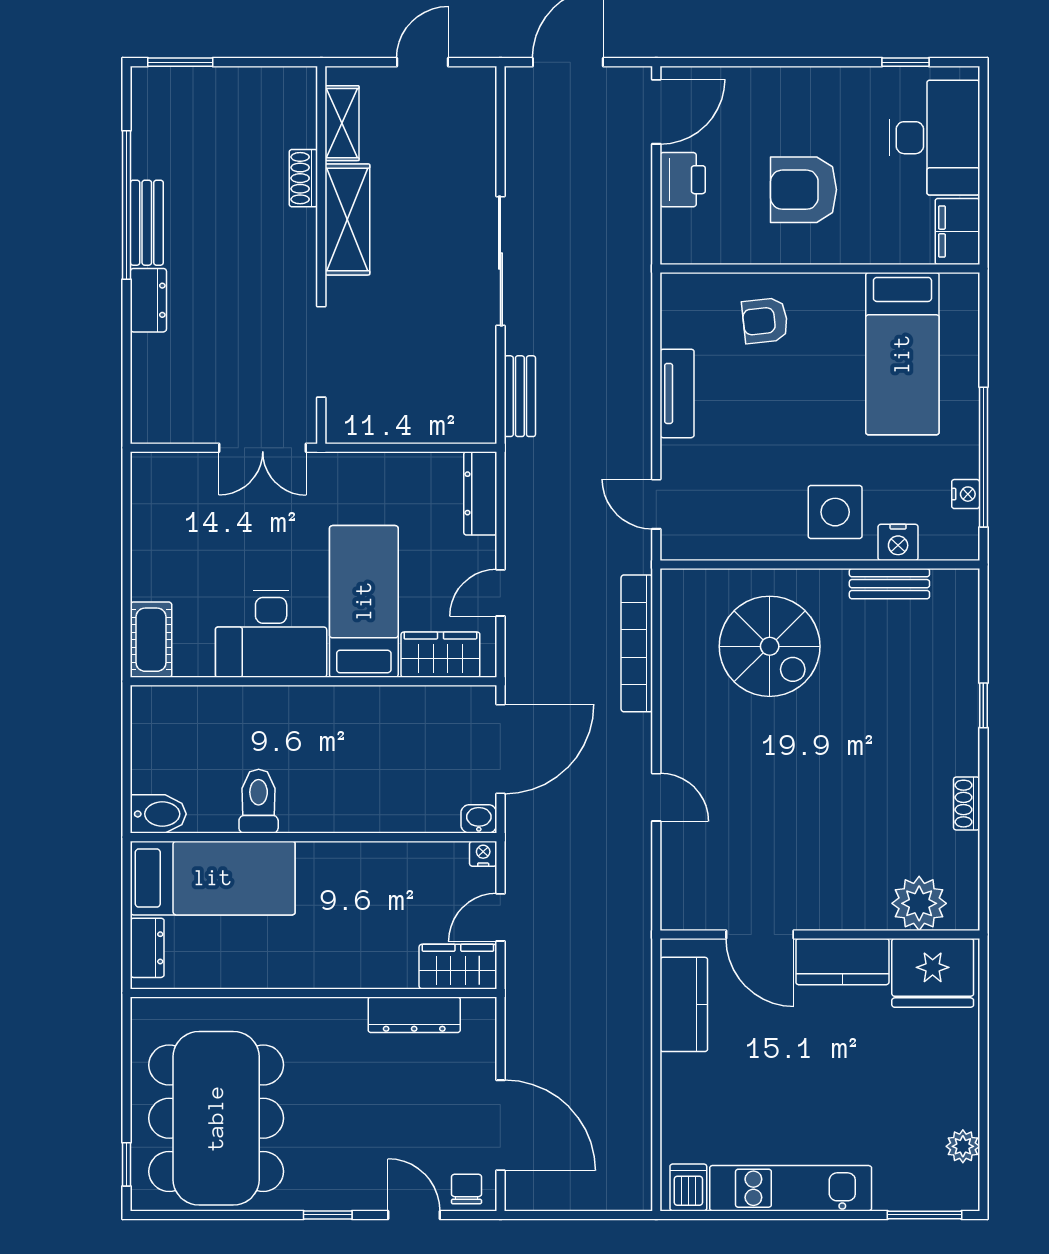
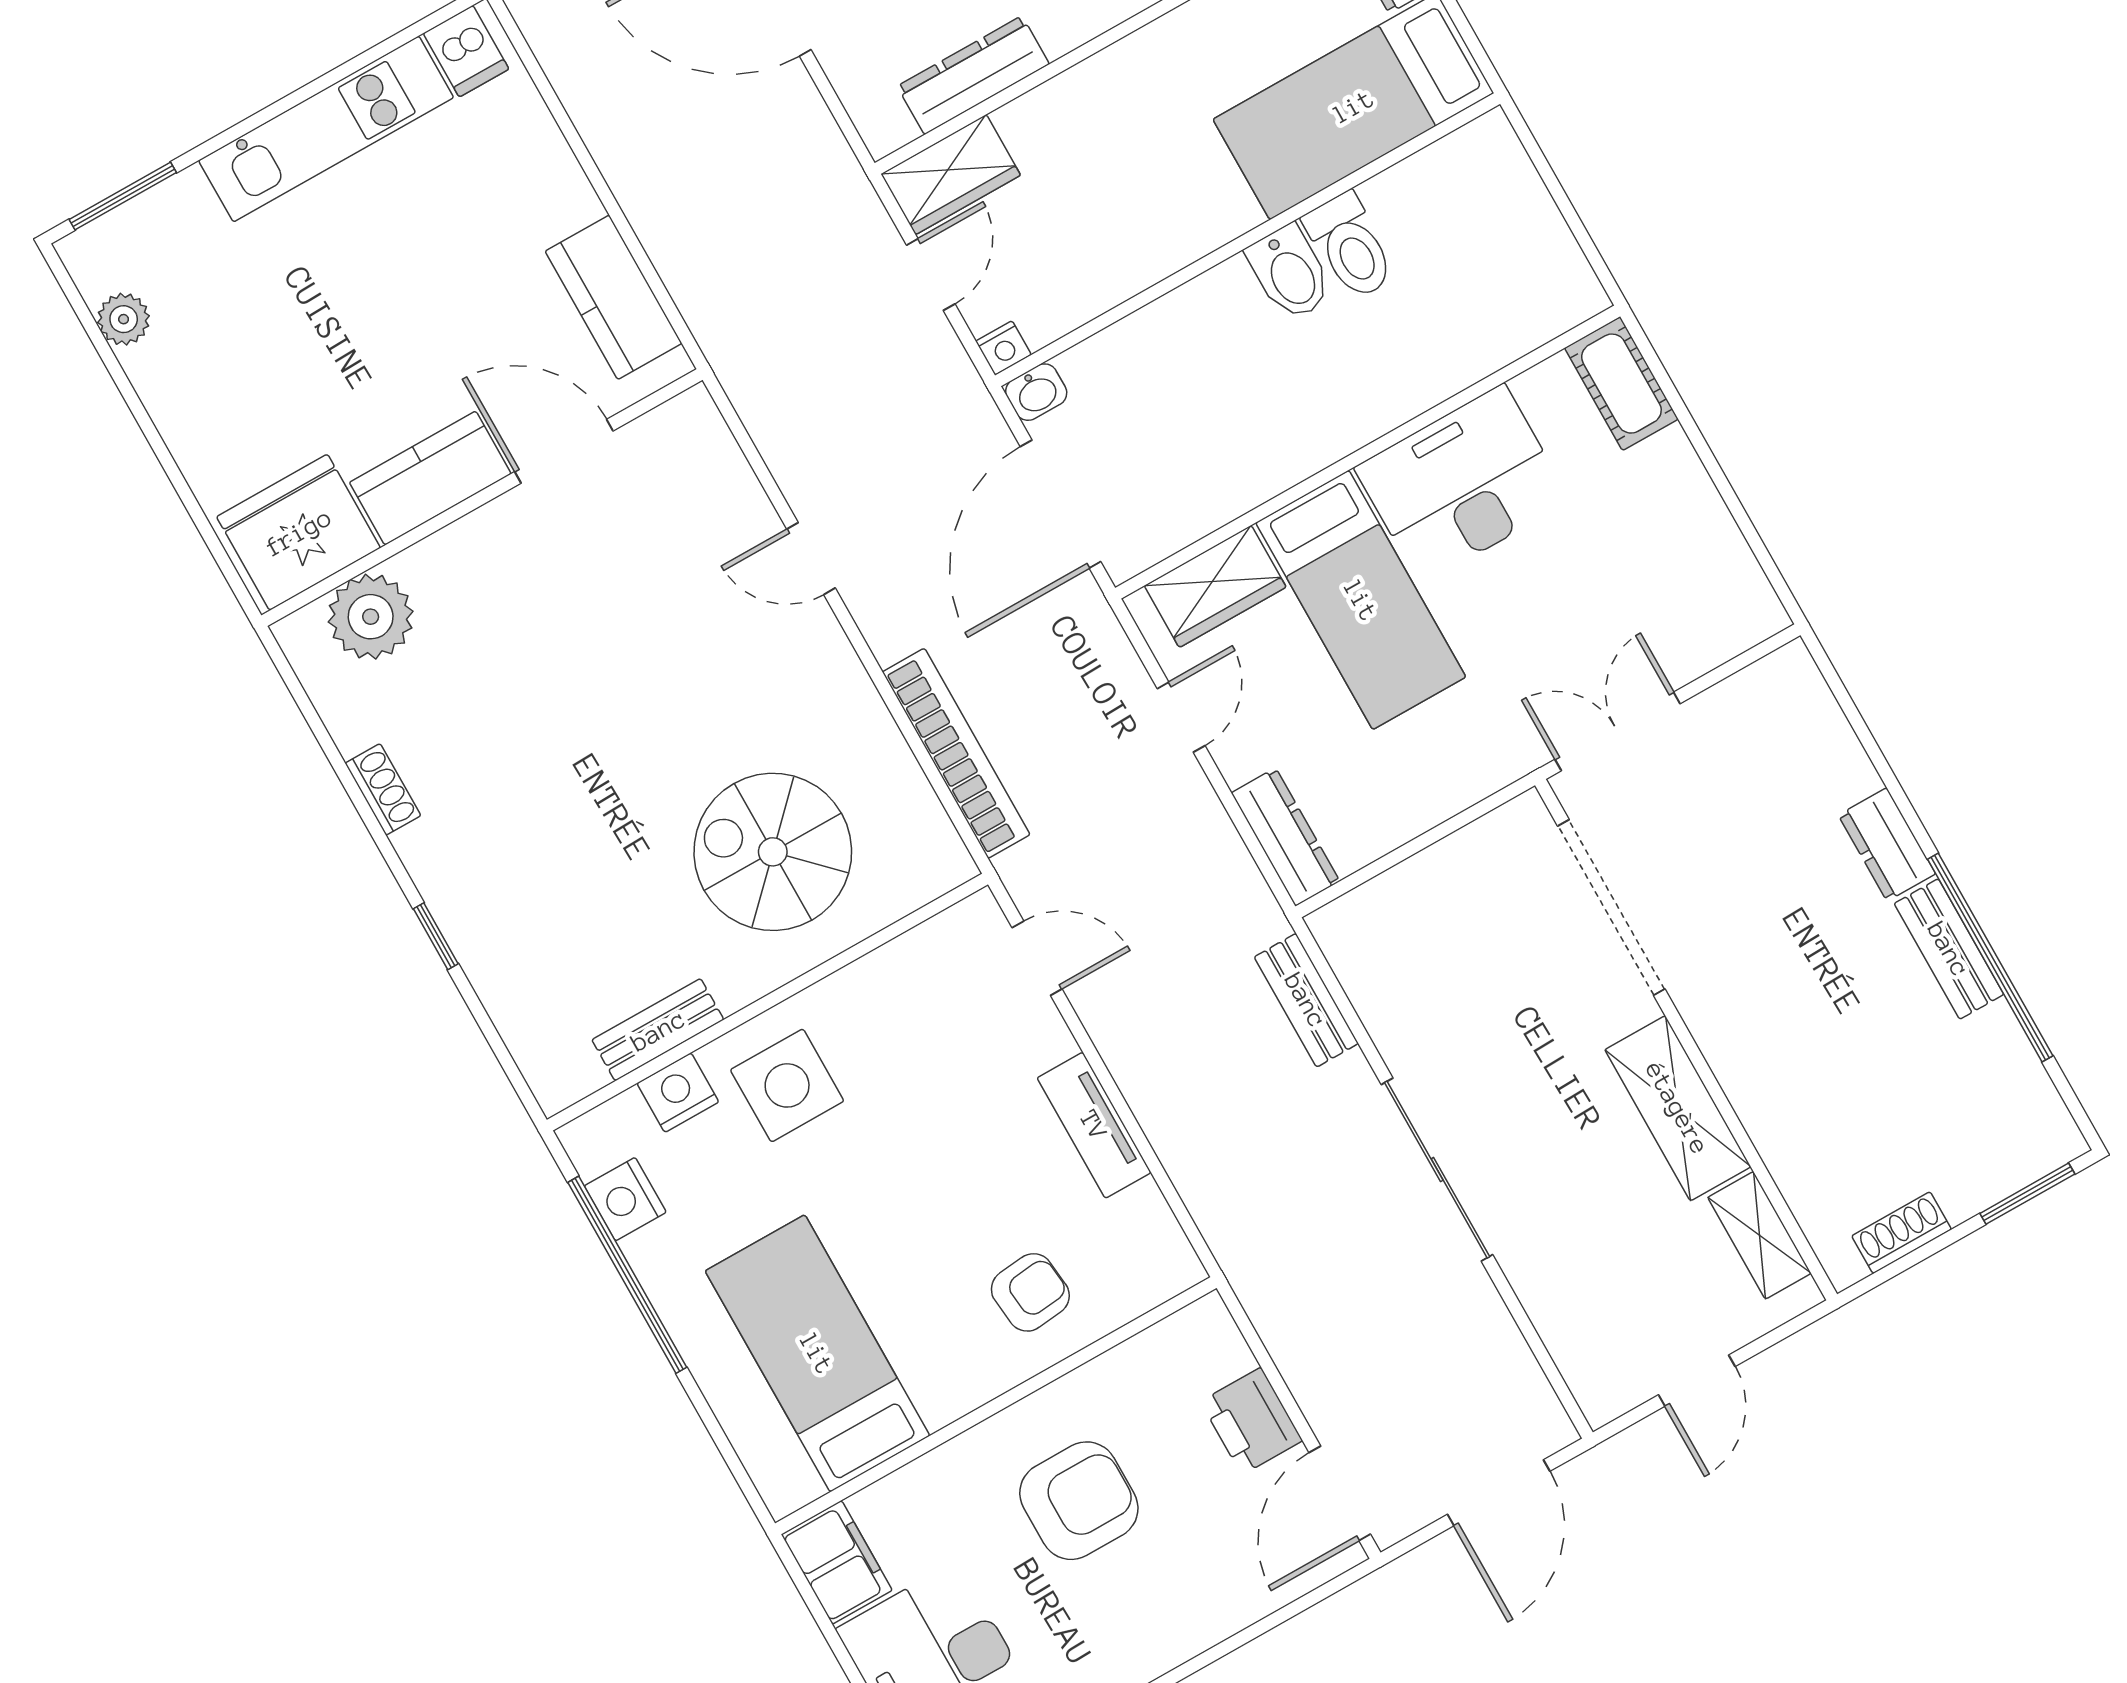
shoe rack: (303, 178) -> (1902, 1233), moved, turned -90
doorway: (321, 352) -> (1611, 907), width x1.36
nightstand: (966, 494) -> (625, 1199), width x1.39, depth x1.35
bidet: (158, 814) -> (1290, 273), moved, turned -90

